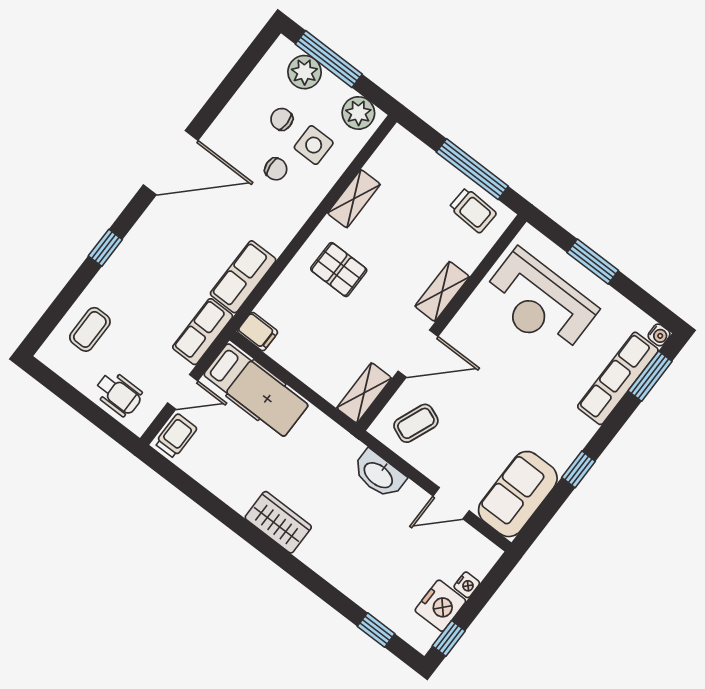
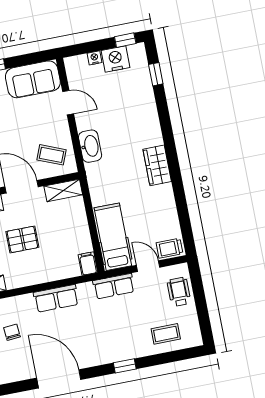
pallet: (339, 270) -> (22, 239), moved, turned 90
row of seats: (243, 277) -> (56, 298), moved

